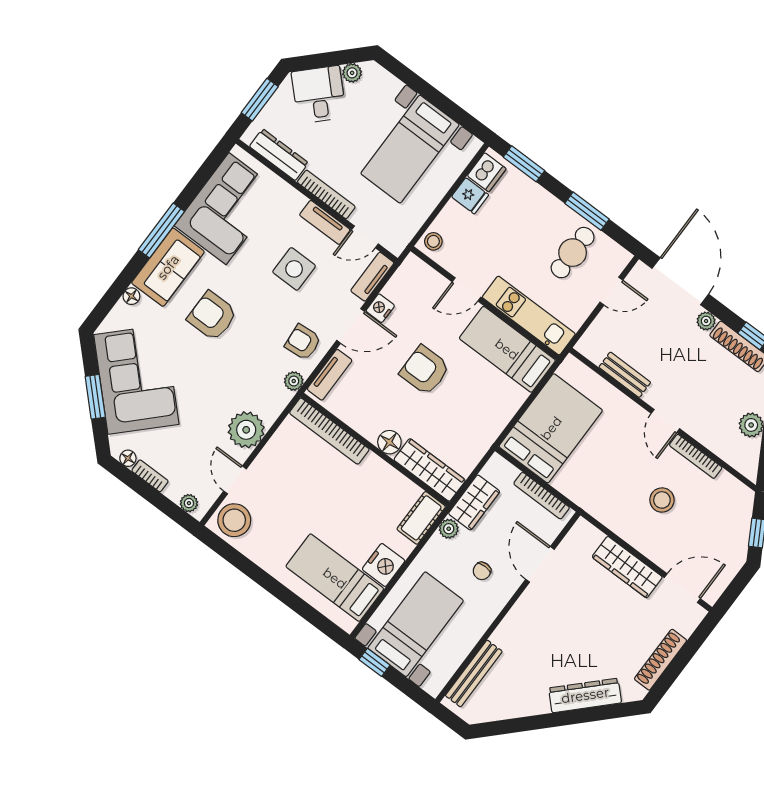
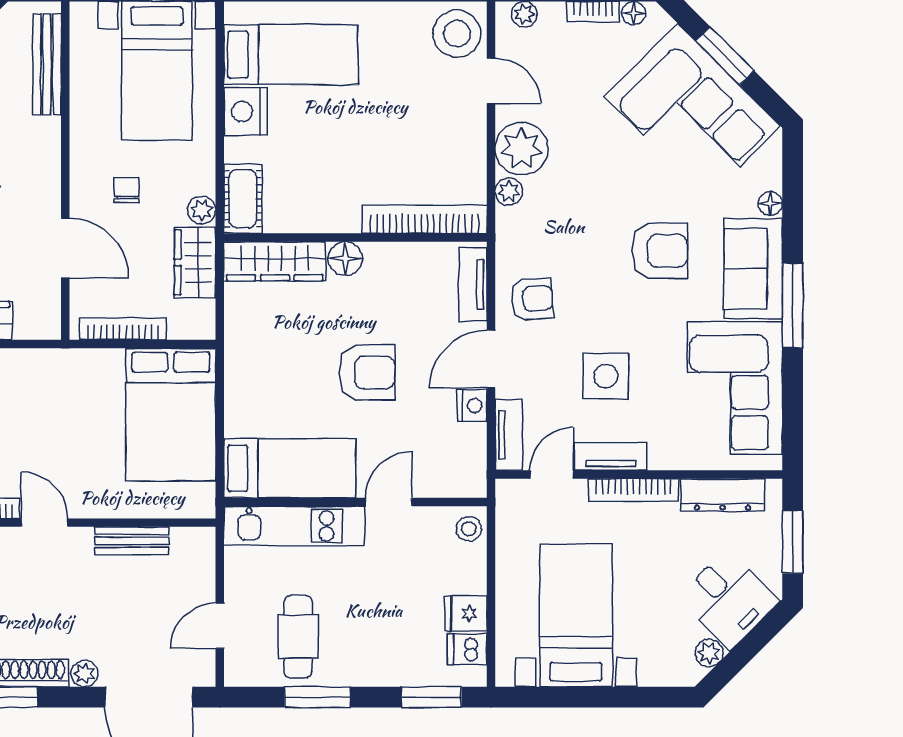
dishwasher: (487, 172) -> (467, 649), width x0.73
plant: (294, 381) -> (509, 192), moved

